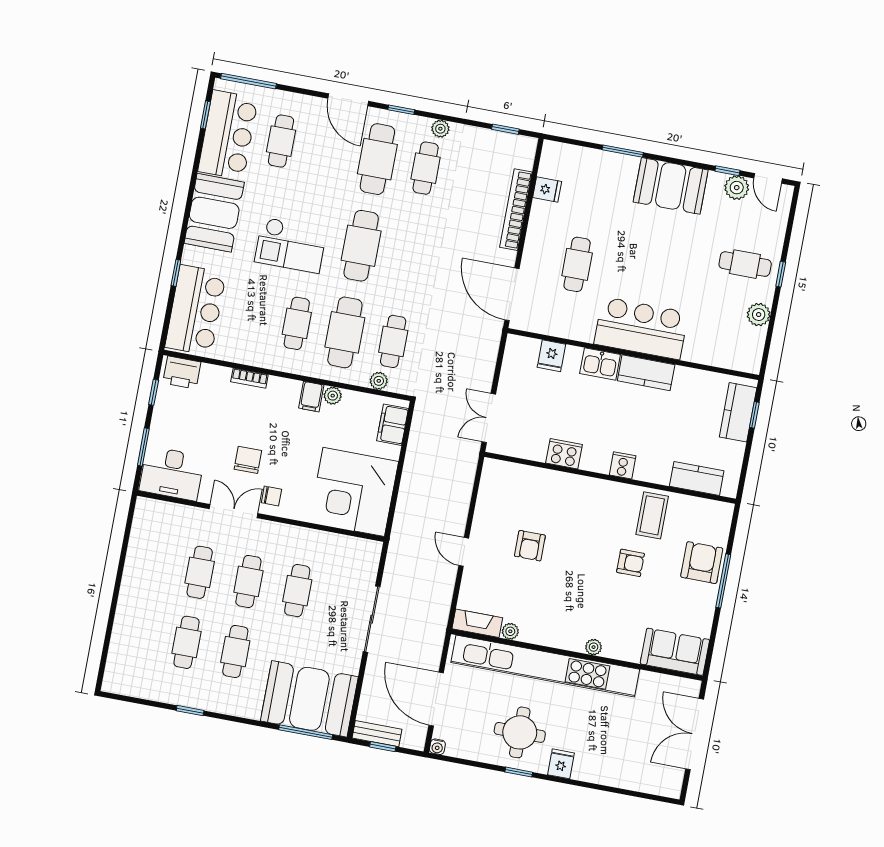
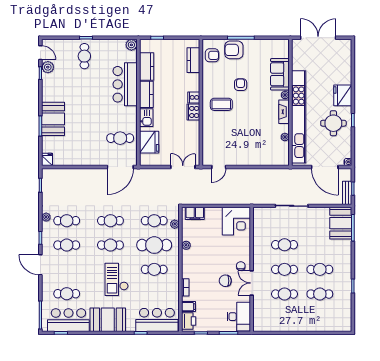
door: (348, 100) -> (40, 265), swing flipped
cafe table: (377, 159) -> (67, 245), width x0.73, depth x0.74
door: (768, 178) -> (40, 53), hinge flipped
booth: (671, 186) -> (53, 119), moved
fridge: (547, 189) -> (47, 159), moved
bookcase: (516, 210) -> (79, 173), removed
checkout: (291, 245) -> (117, 279), turned 180
cafe table: (361, 246) -> (110, 245), width x0.73, depth x0.74
cafe table: (409, 255) -> (110, 221), added
cafe table: (577, 264) -> (120, 138), moved
plant: (759, 315) -> (131, 45), moved
bar counter: (641, 328) -> (125, 84), moved
fridge: (551, 356) -> (149, 142), width x1.88, depth x1.34
filing cabinet: (311, 397) -> (189, 307), moved
kitchen counter: (738, 412) -> (147, 67), moved, turned -90
double door: (489, 418) -> (183, 167), swing flipped
cooker: (564, 454) -> (193, 112), moved
corner desk: (354, 492) -> (236, 221), width x0.74, depth x0.74
coffee table: (652, 515) -> (221, 104), moved
armchair: (530, 546) -> (212, 55), moved
door: (464, 552) -> (219, 167), moved
fireplace: (477, 623) -> (284, 112), moved
sofa: (675, 652) -> (280, 74), moved
booth: (309, 699) -> (341, 223), width x0.73, depth x0.70
door: (436, 699) -> (325, 167), hinge flipped
double door: (695, 734) -> (318, 38), swing flipped
fridge: (561, 764) -> (343, 95), width x1.88, depth x1.34

